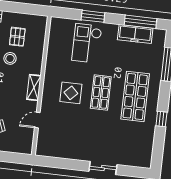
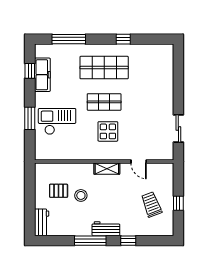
window: (141, 22) -> (30, 71), width x0.46
checkout: (87, 43) -> (57, 121), turned 180
sliding door: (103, 168) -> (178, 128), moved

